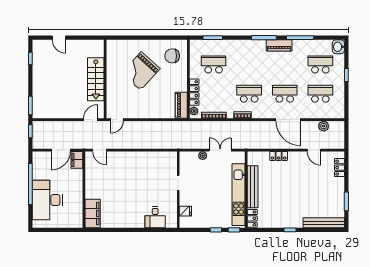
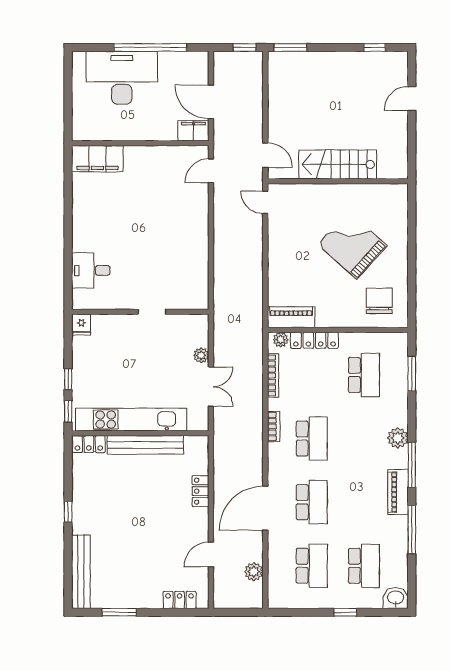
plant: (249, 46) -> (398, 438), added
fridge: (185, 211) -> (81, 325), moved

